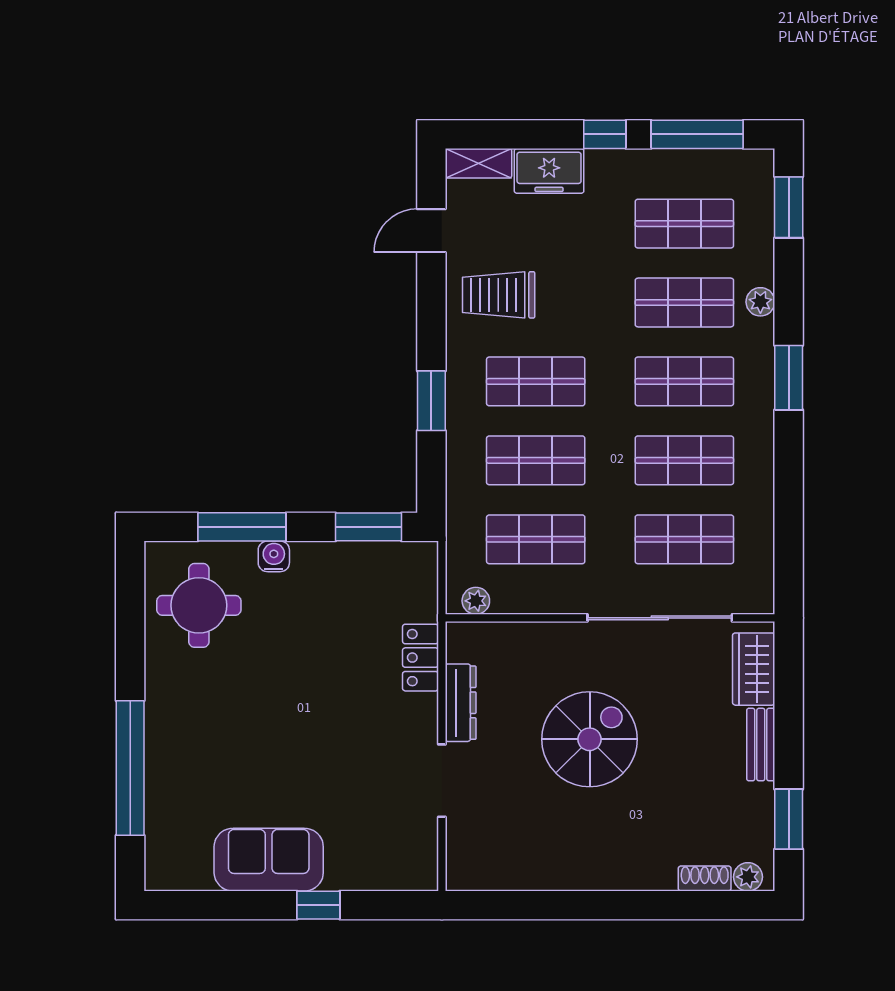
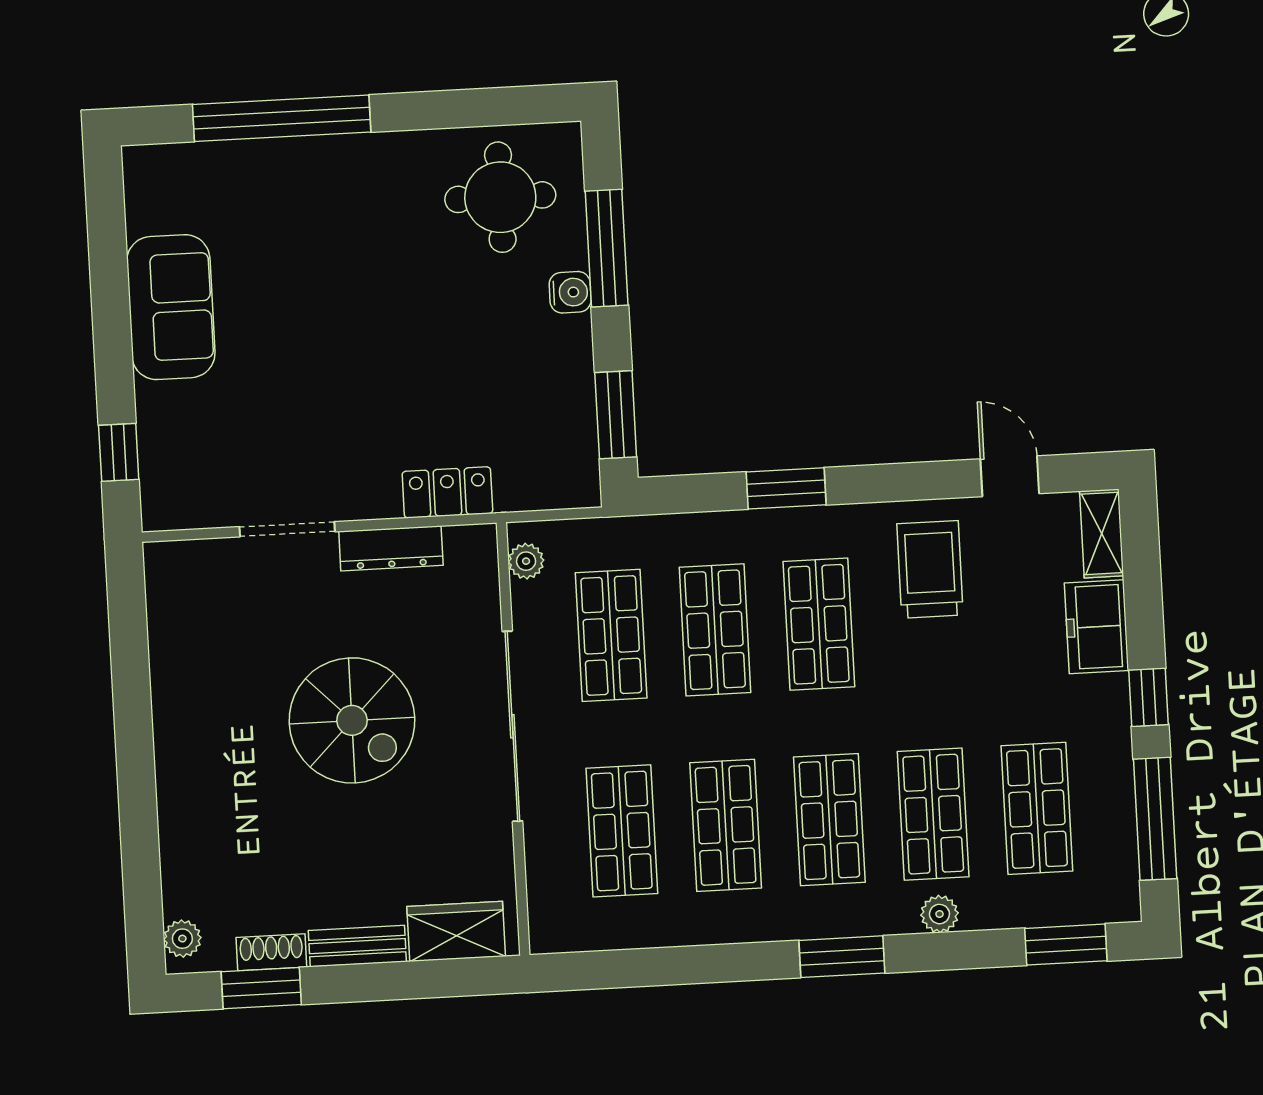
sliding door: (660, 618) -> (512, 726), moved
shoe rack: (705, 878) -> (271, 952), moved, turned -90
window: (318, 905) -> (119, 452), moved

